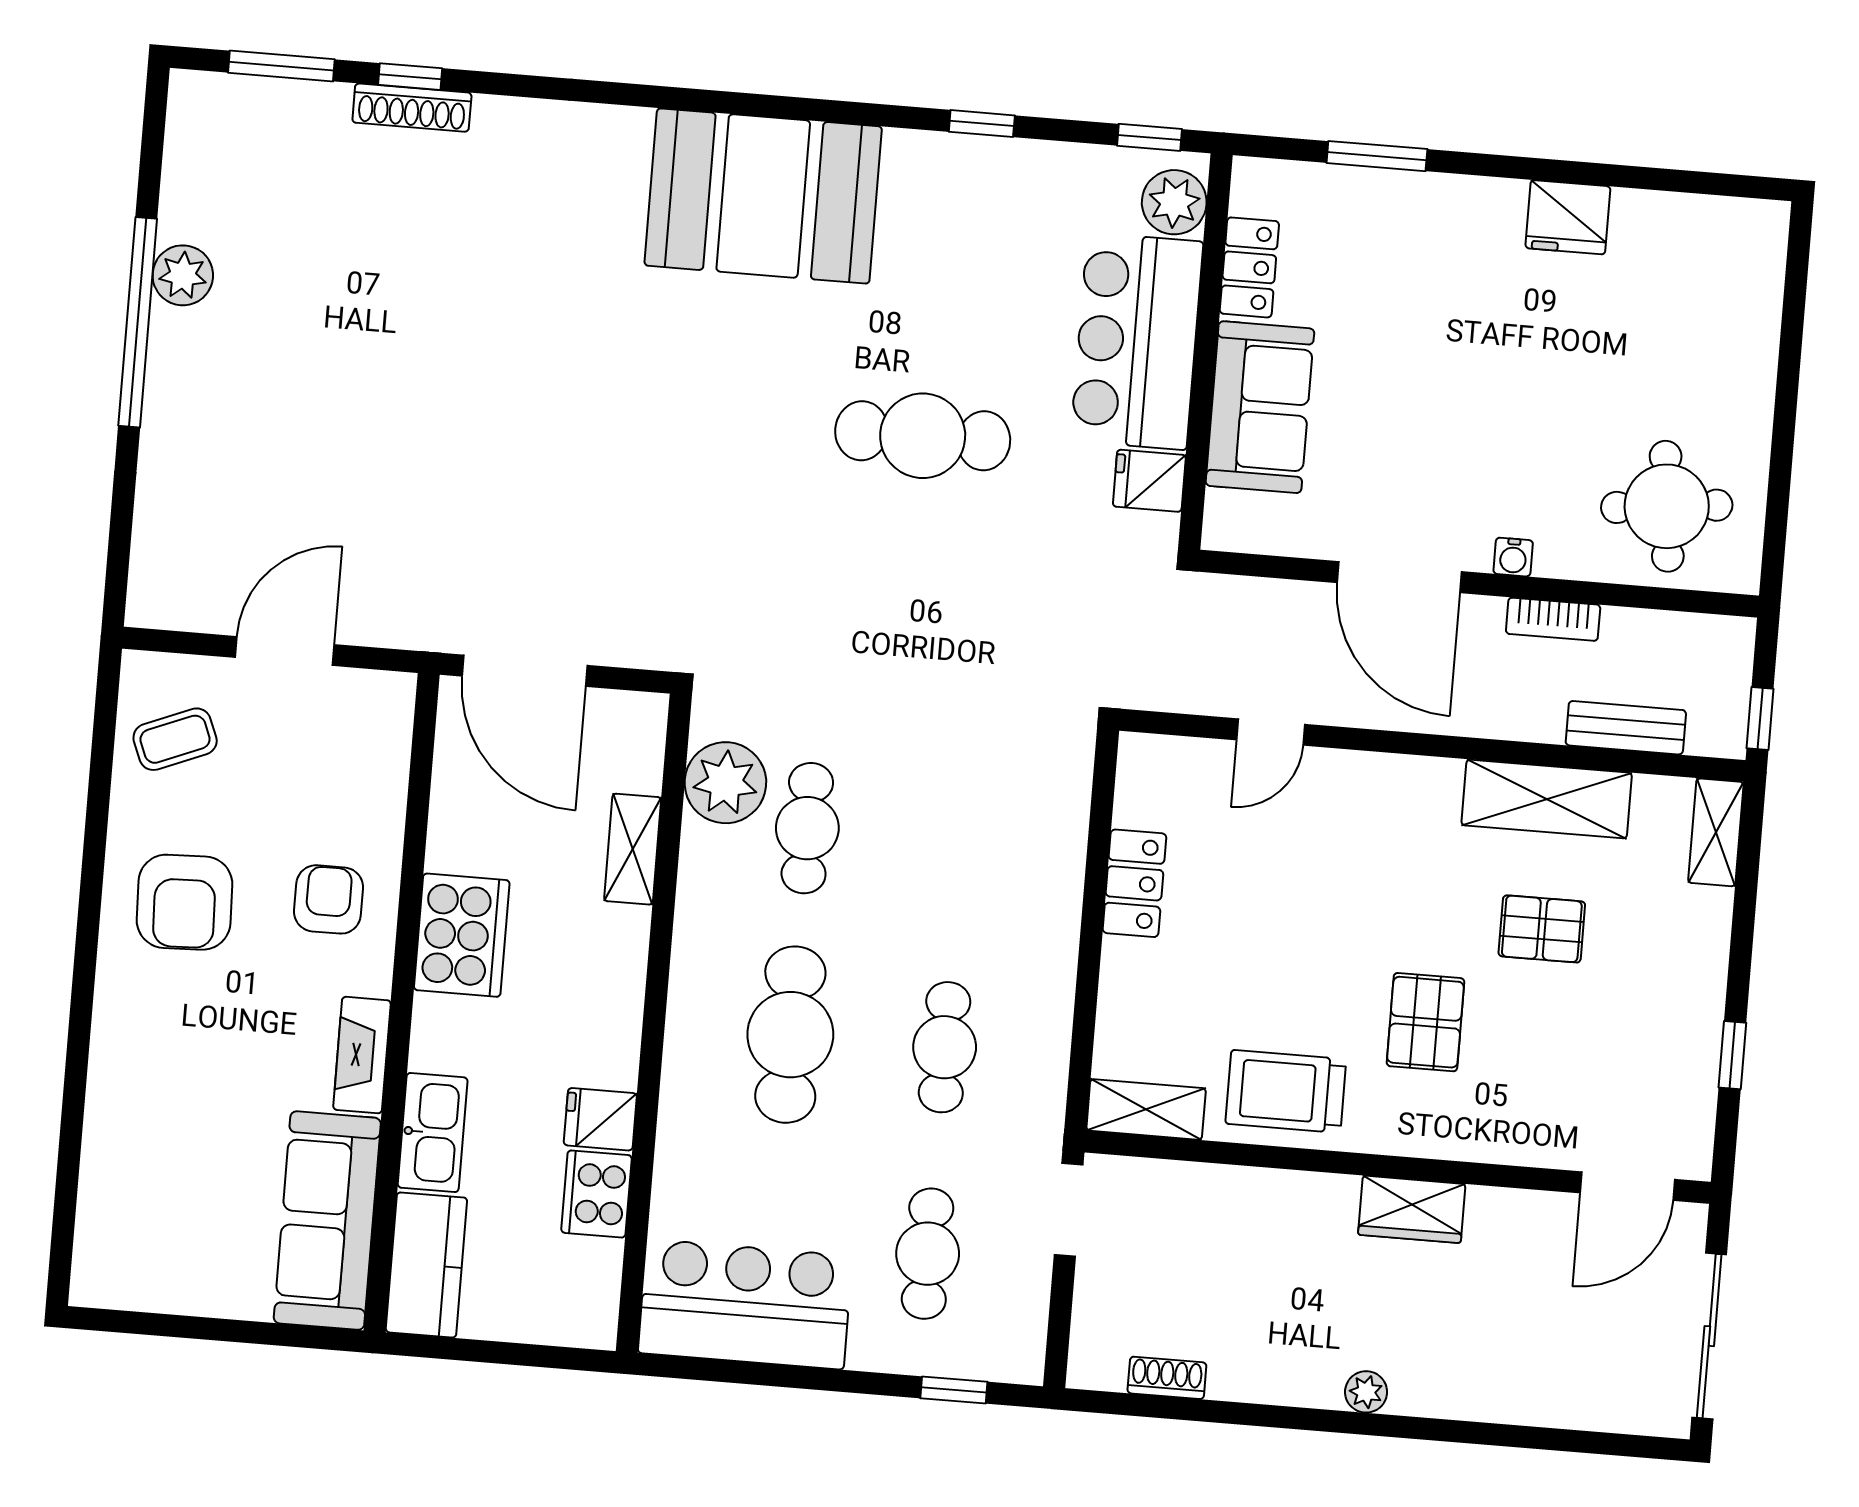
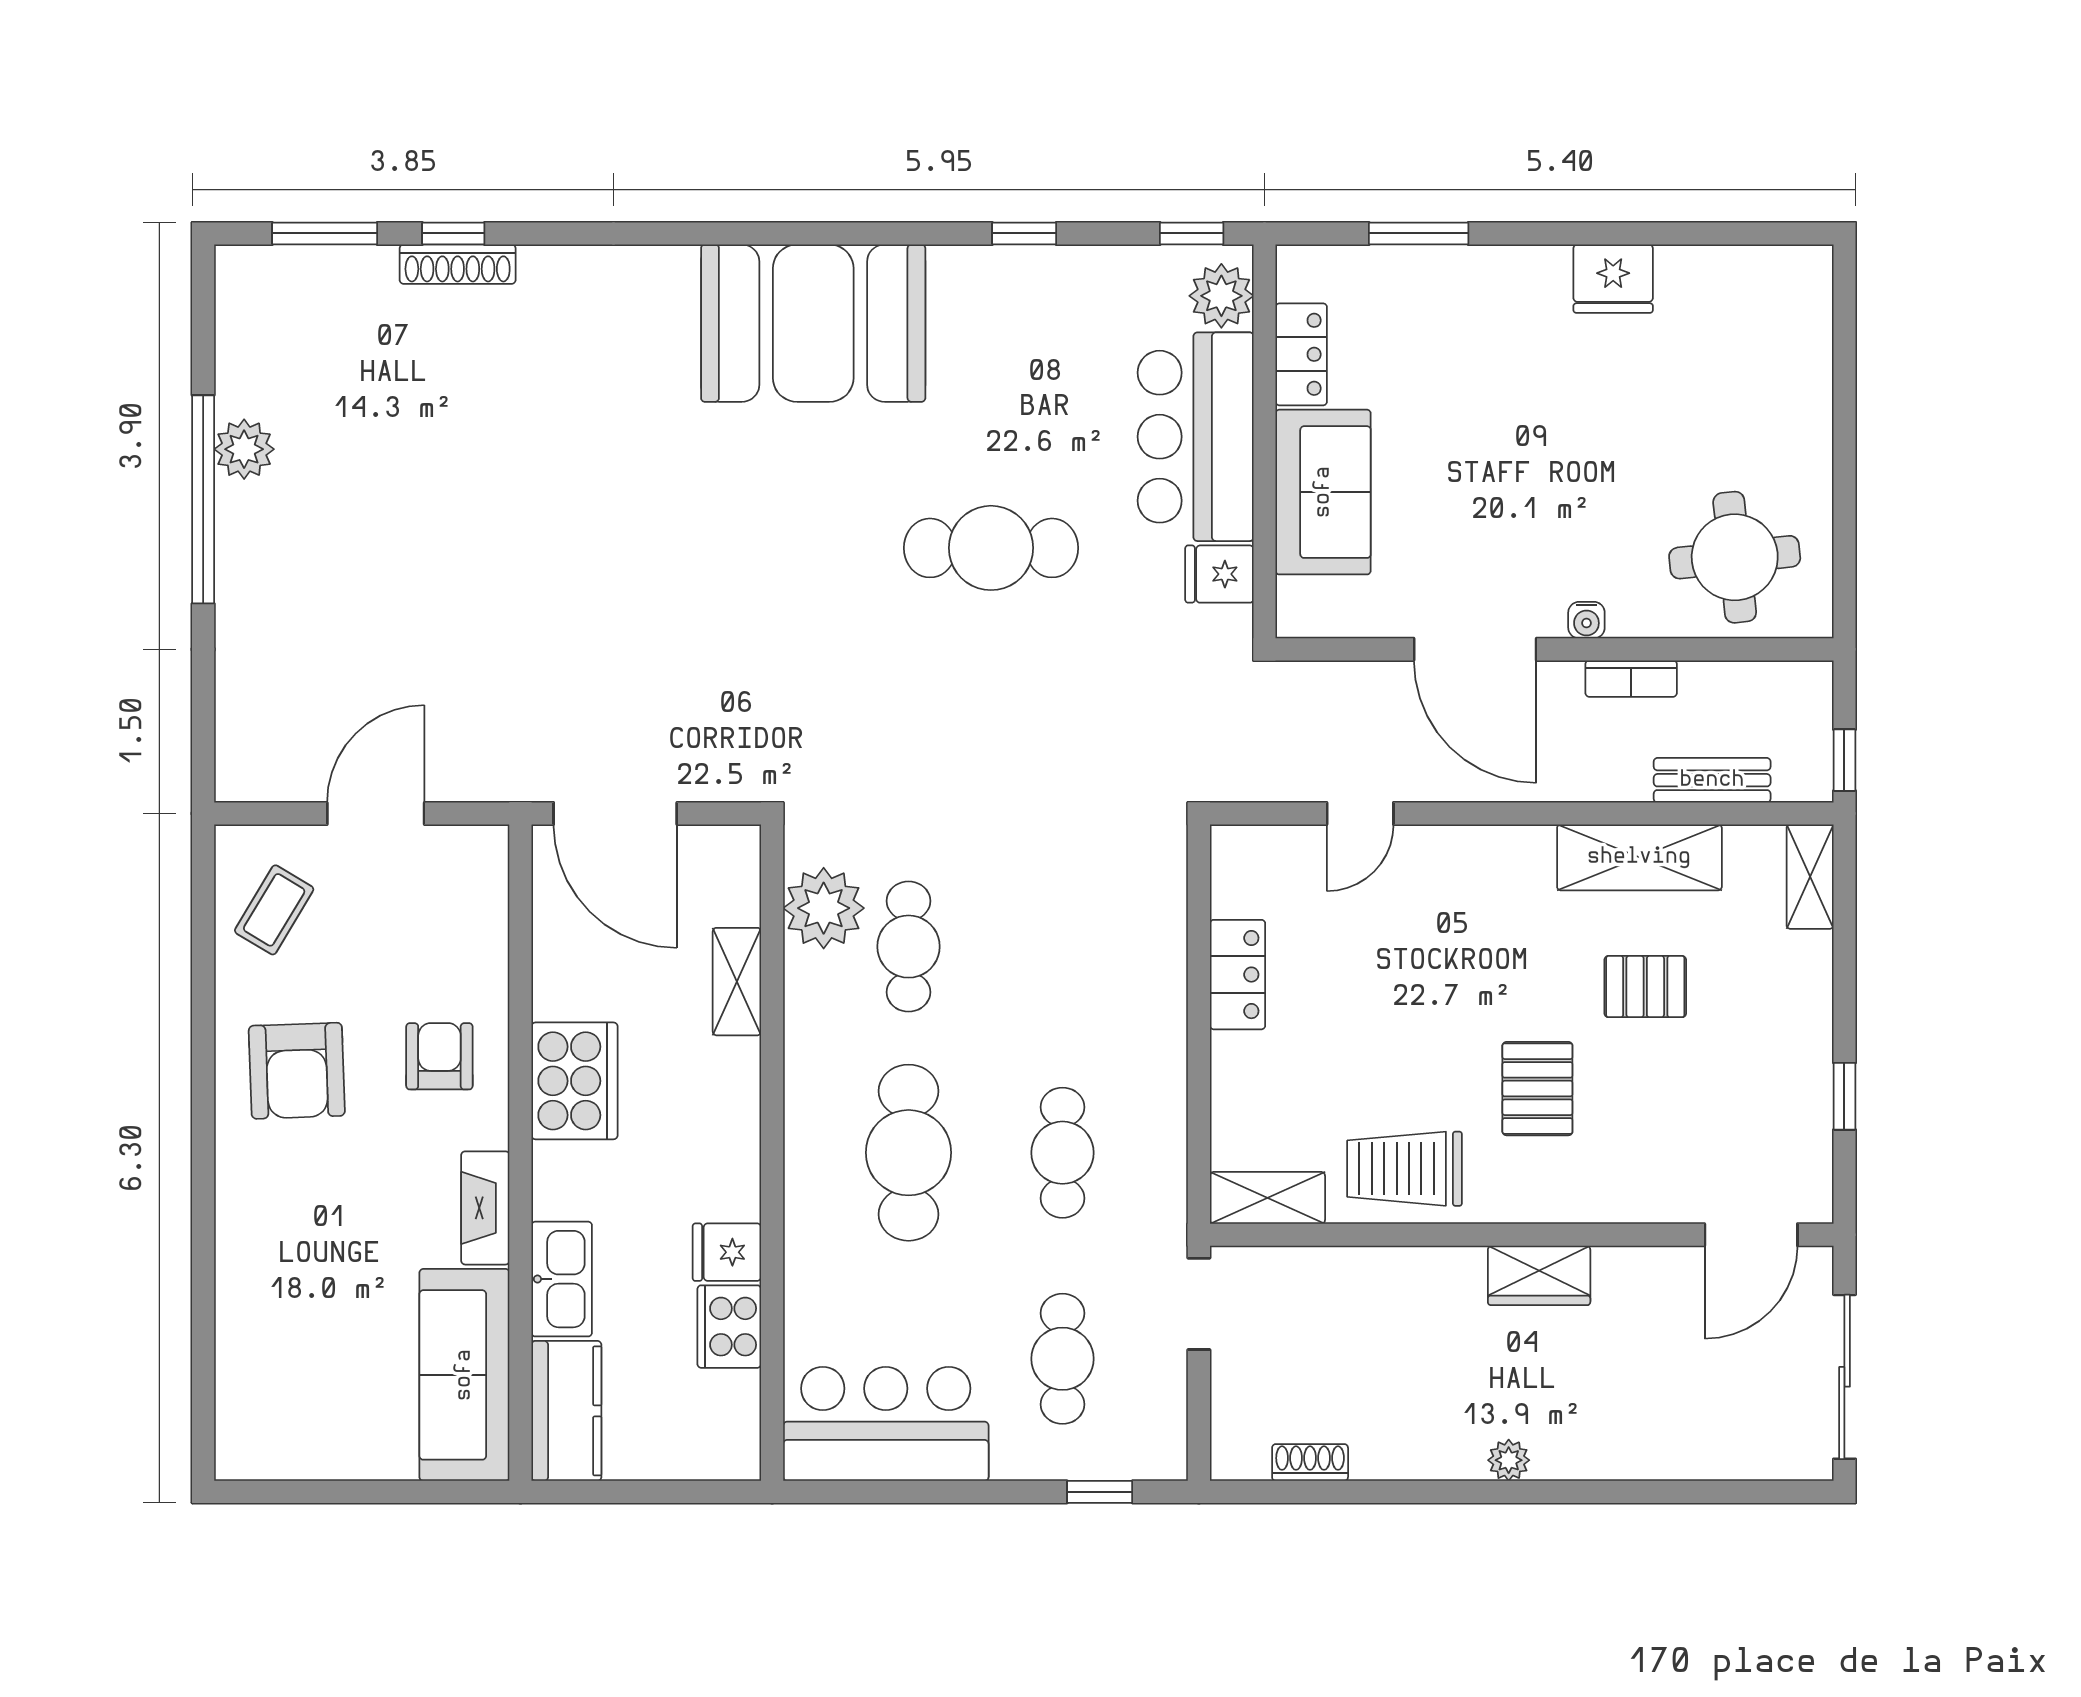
coffee table: (175, 739) -> (274, 910), turned -37

